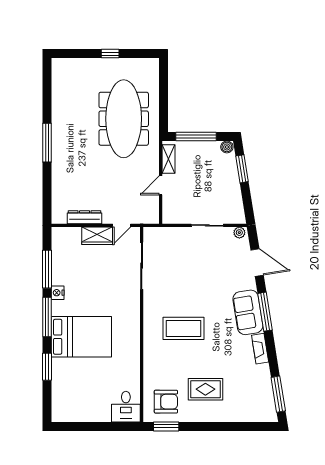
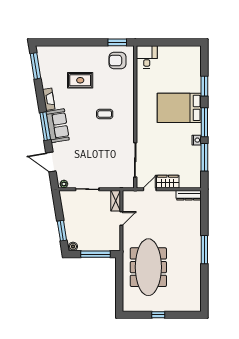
shelving: (168, 159) -> (116, 201), moved
dresser: (85, 217) -> (189, 195), moved
coffee table: (183, 328) -> (105, 114), width x0.54, depth x0.58
rug: (205, 389) -> (80, 80), moved

